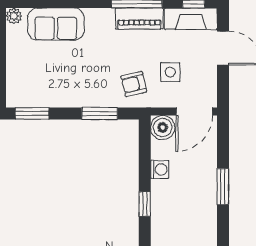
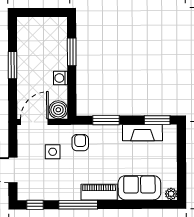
piano: (139, 19) -> (99, 192), moved
fireplace: (191, 19) -> (142, 133), moved, turned 180
armchair: (134, 84) -> (80, 143), turned -77
window: (145, 204) -> (72, 52), width x1.50

